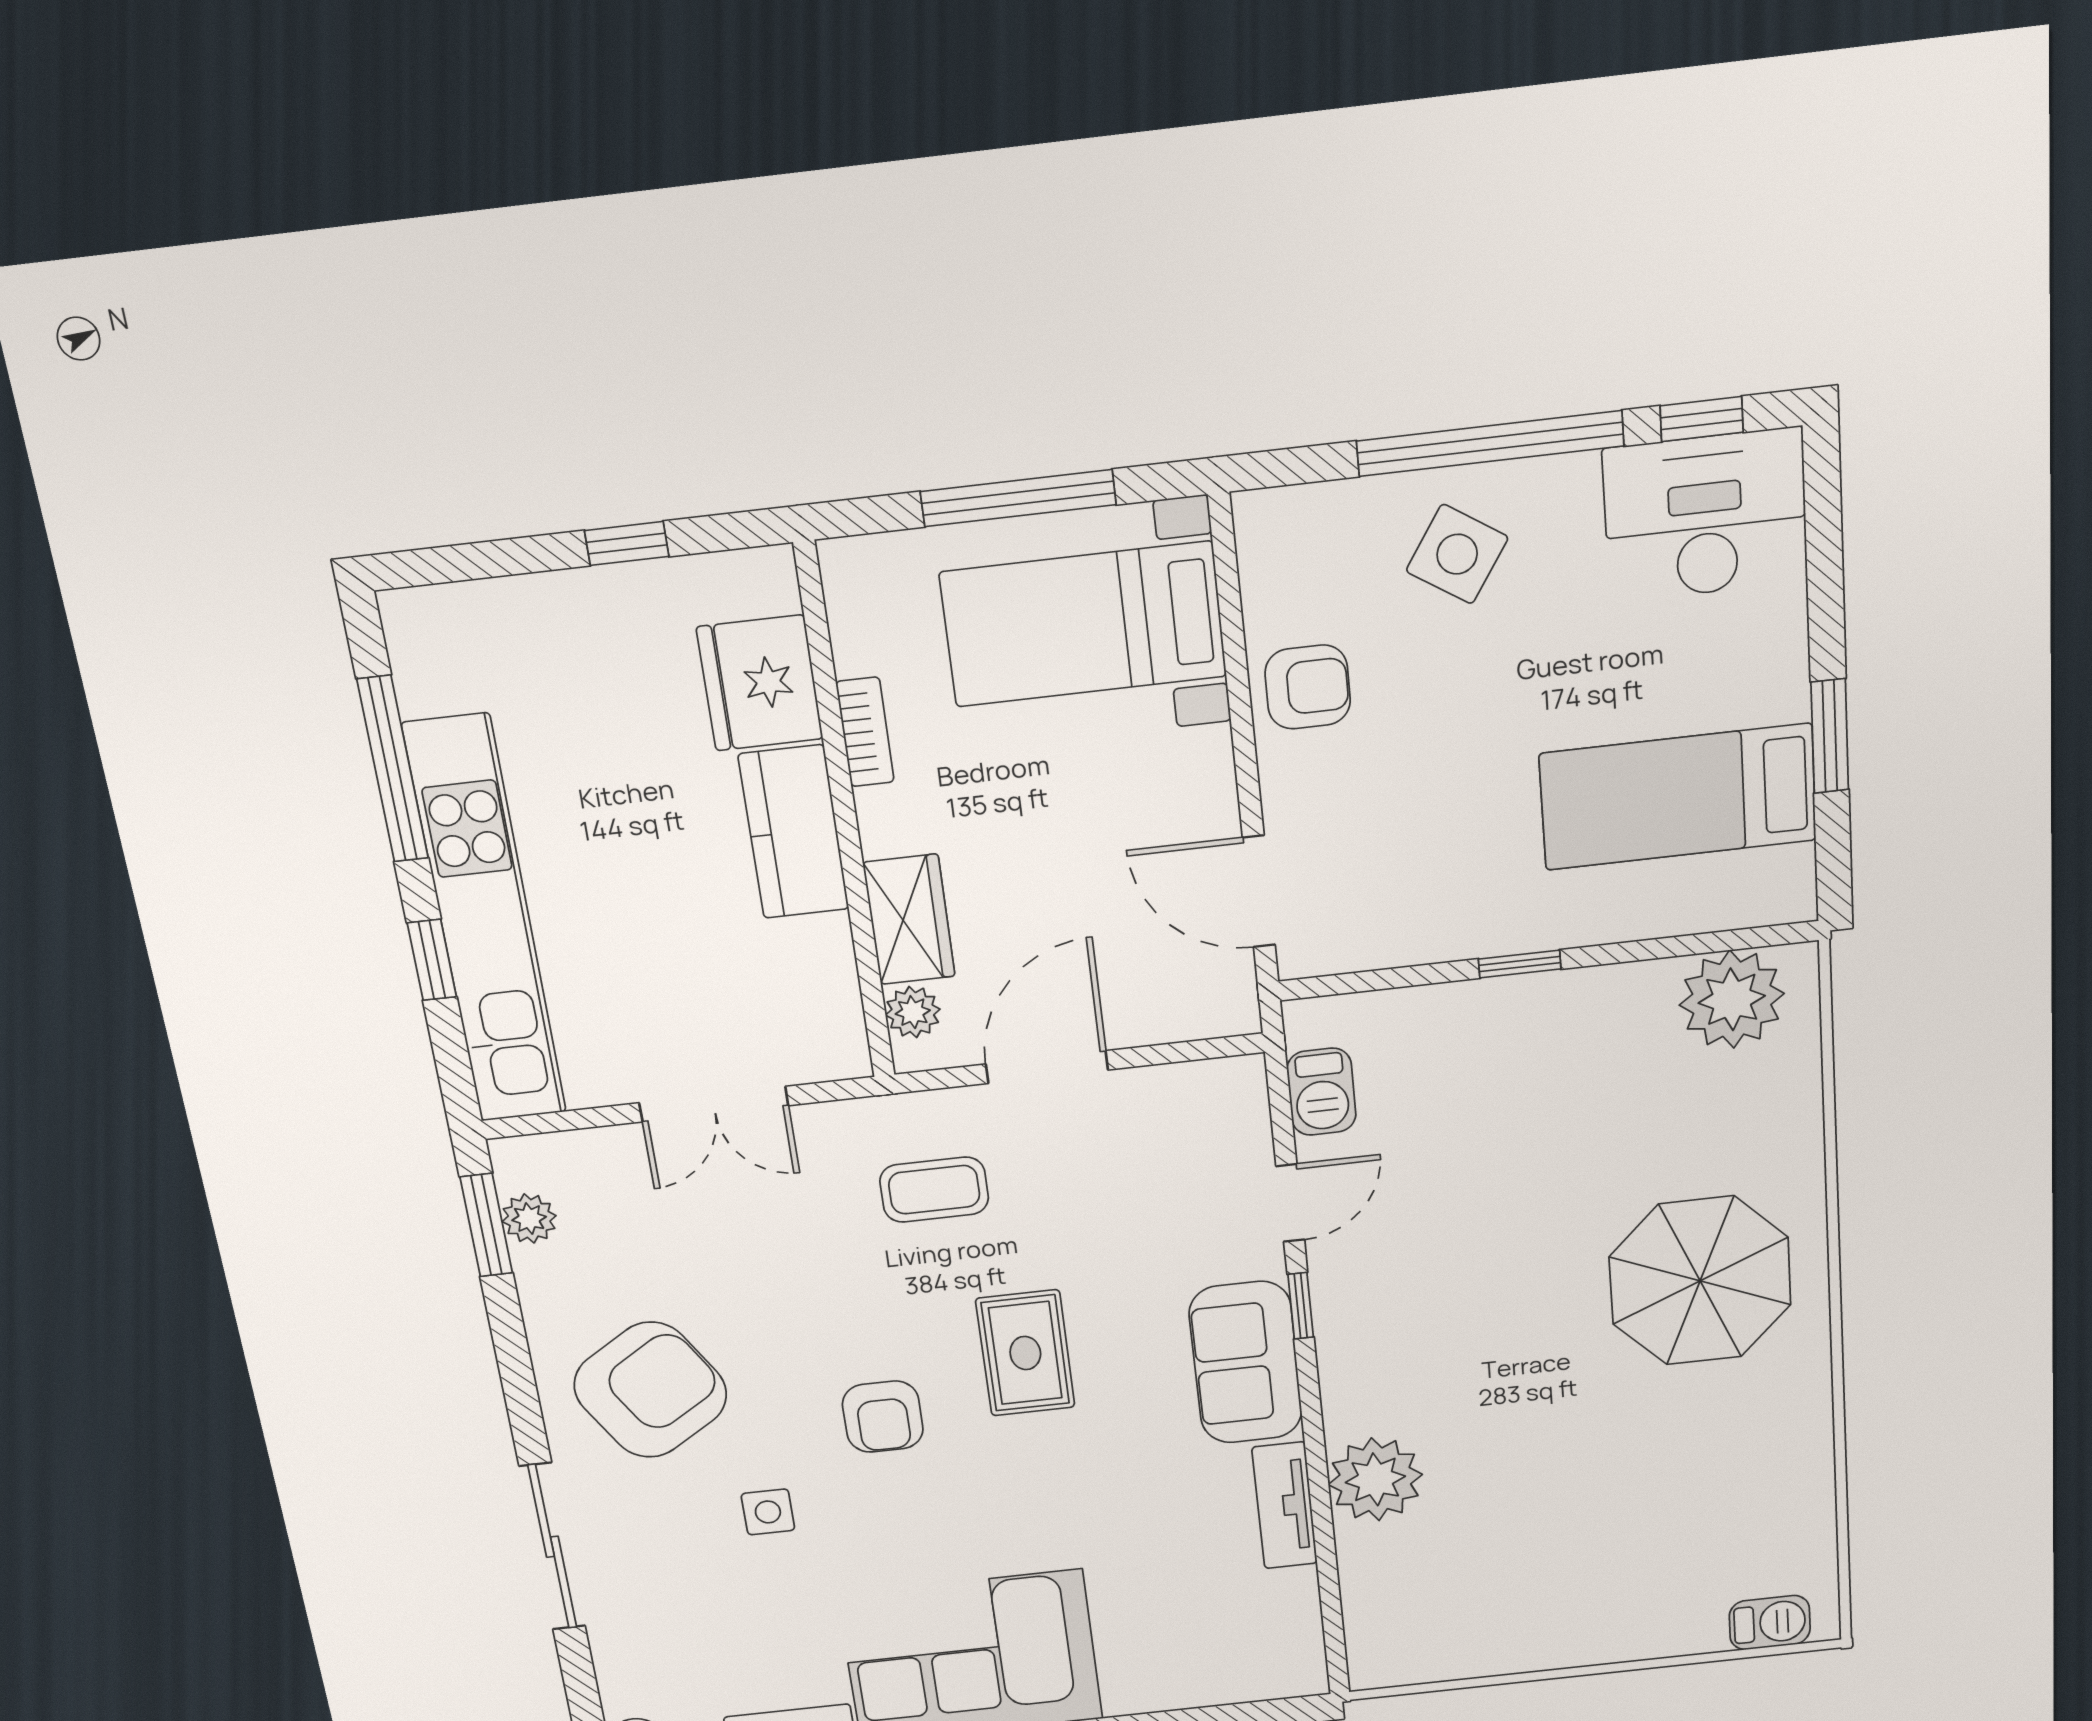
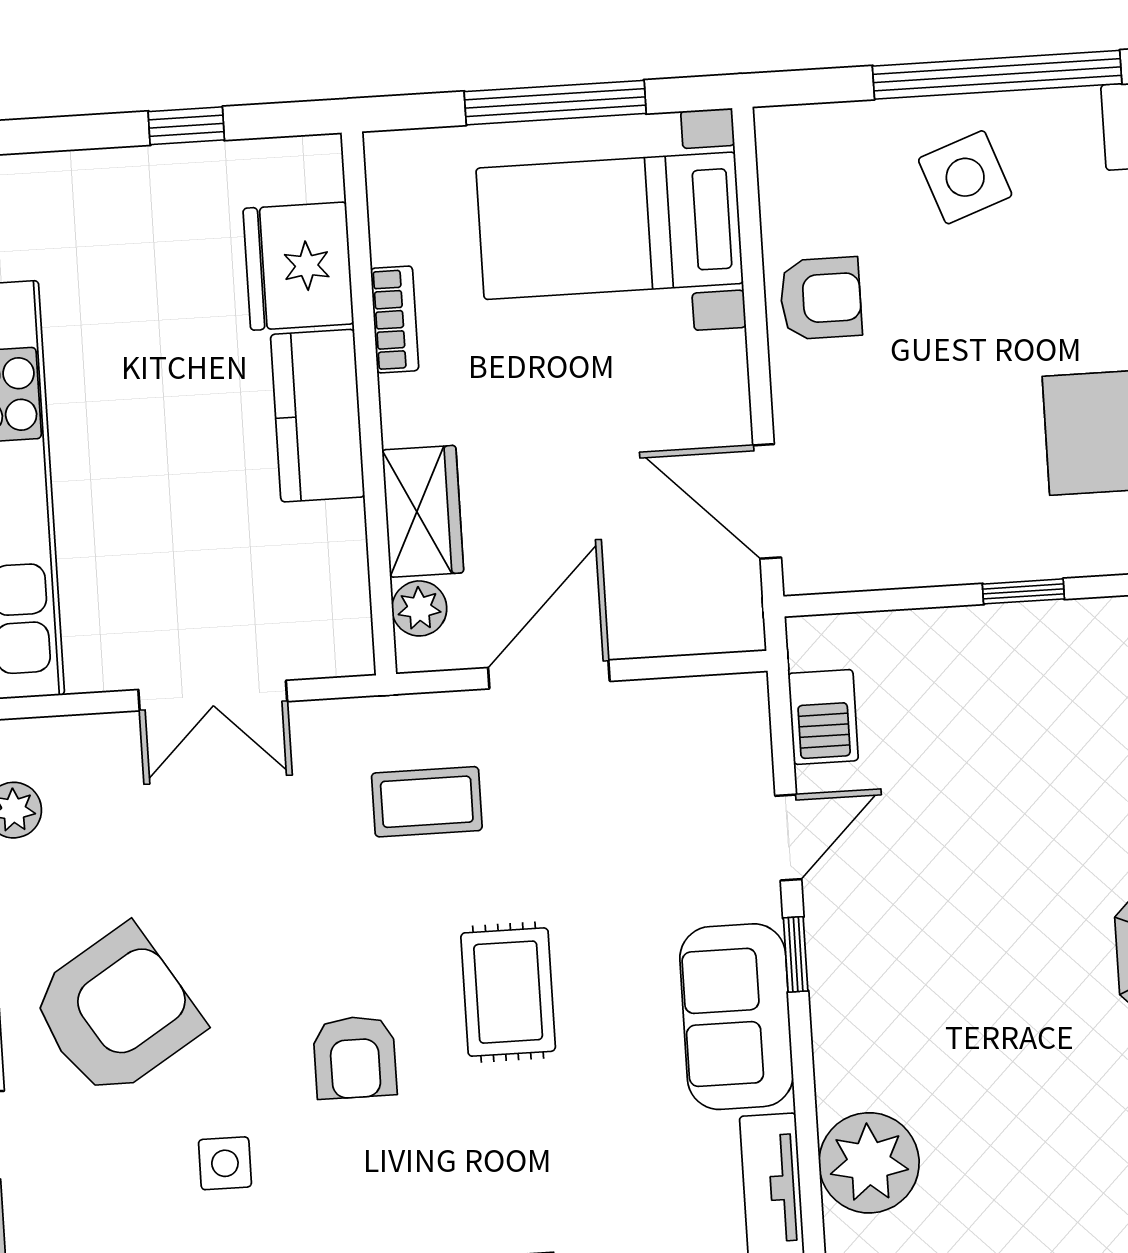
side table: (1457, 554) -> (965, 177), turned 37

